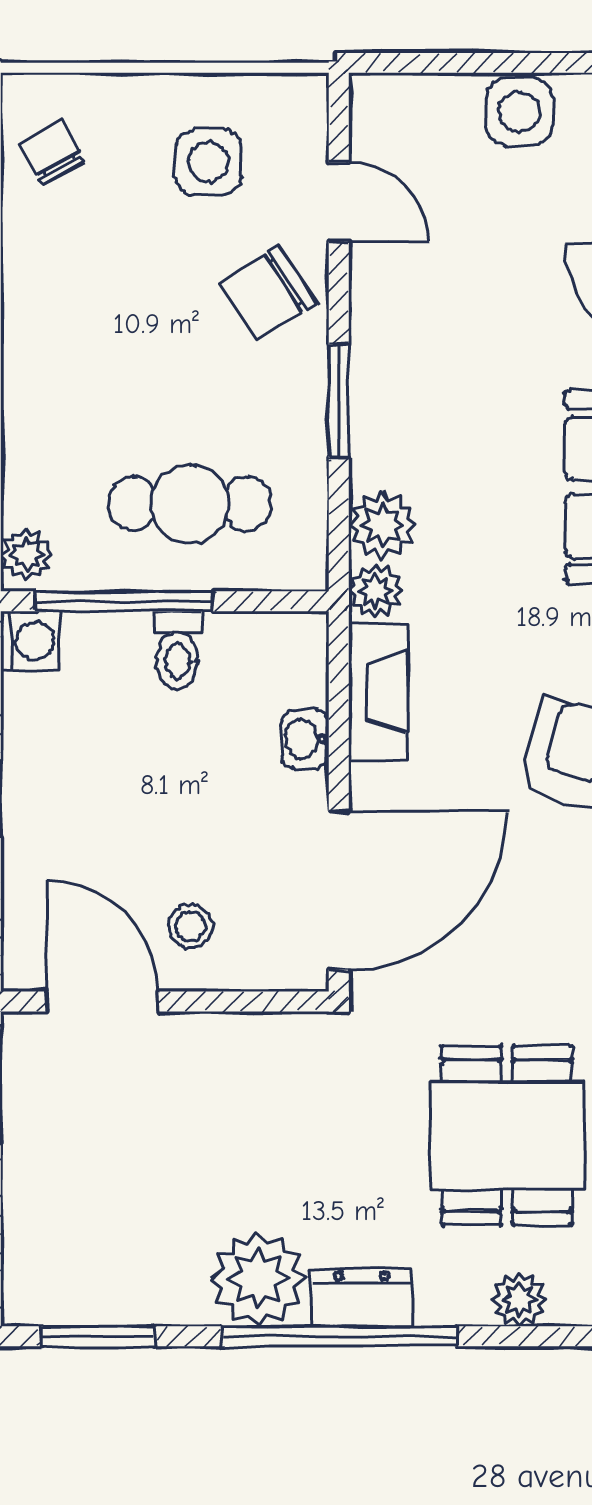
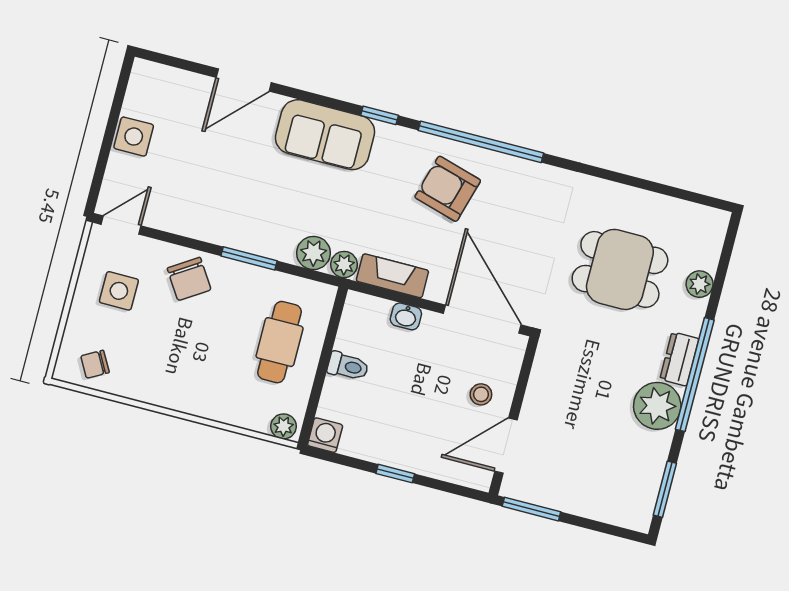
door: (339, 202) -> (121, 225), moved
window: (124, 601) -> (318, 385), removed

